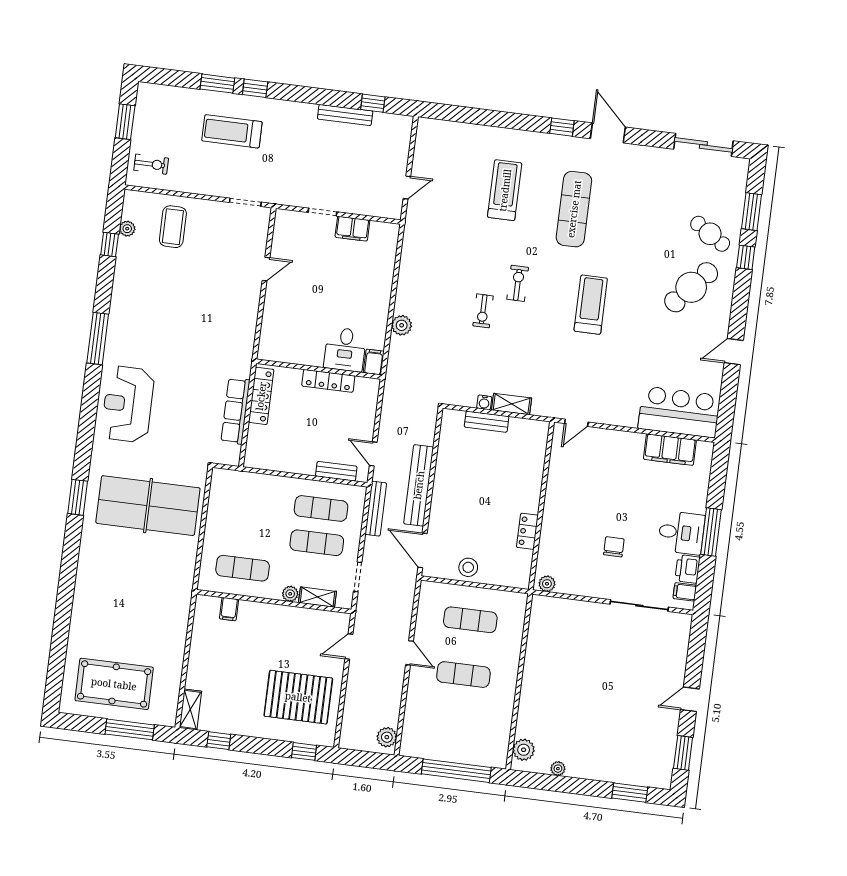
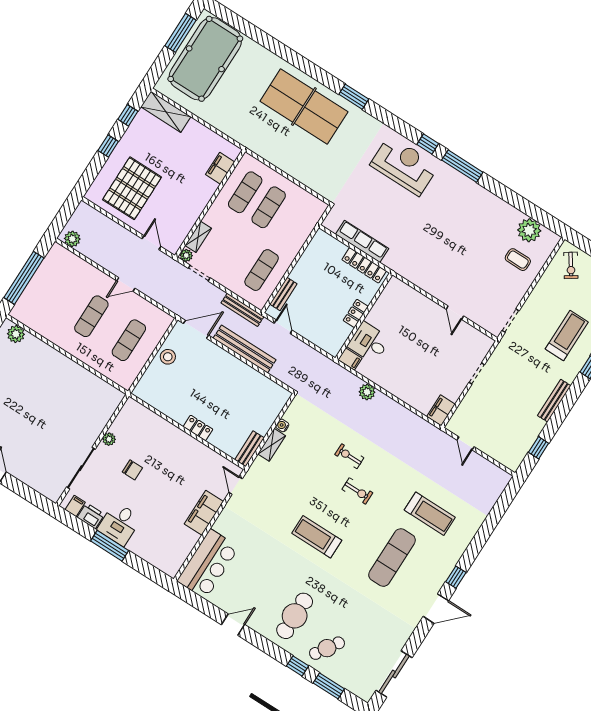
bench: (345, 115) -> (554, 401), moved
exercise bike: (151, 164) -> (571, 265), turned -34
exercise mat: (574, 209) -> (392, 558), turned 90
coffee table: (173, 227) -> (518, 260), width x0.73, depth x0.77
plant: (127, 229) -> (529, 230), width x1.88, depth x1.88
filing cabinet: (352, 229) -> (441, 410), moved
window: (110, 244) -> (428, 144), moved
cafe table: (691, 287) -> (295, 616), turned 49
treadmill: (591, 305) -> (317, 537), turned 180
door: (734, 352) -> (233, 625), hinge flipped
locker: (328, 381) -> (356, 313), width x0.66
bench: (487, 422) -> (249, 449), moved
filing cabinet: (670, 450) -> (204, 513), moved
door: (373, 454) -> (283, 327), hinge flipped
table tennis table: (148, 506) -> (304, 106), moved, turned 90
locker: (527, 531) -> (198, 428), moved
exercise mat: (317, 543) -> (269, 207), moved
plant: (547, 584) -> (109, 439), moved
plant: (290, 594) -> (186, 255), moved
filing cabinet: (229, 609) -> (220, 168), width x2.00
pool table: (114, 684) -> (205, 59), width x1.36, depth x1.32
shelving: (190, 710) -> (166, 112), width x1.50, depth x1.33
window: (130, 729) -> (181, 33), moved
window: (304, 751) -> (108, 146), moved

